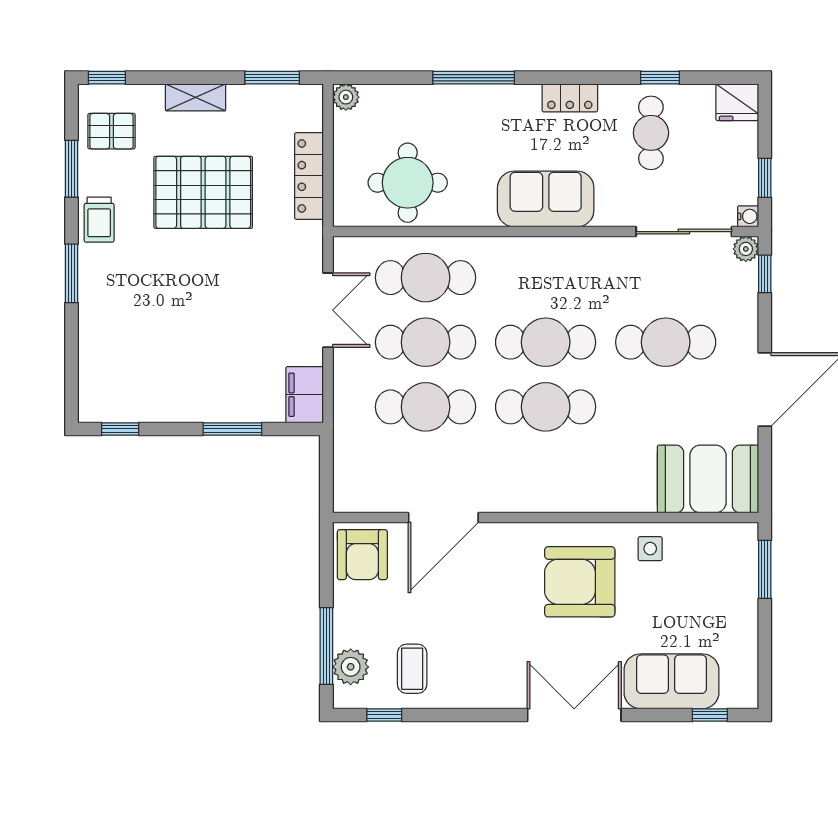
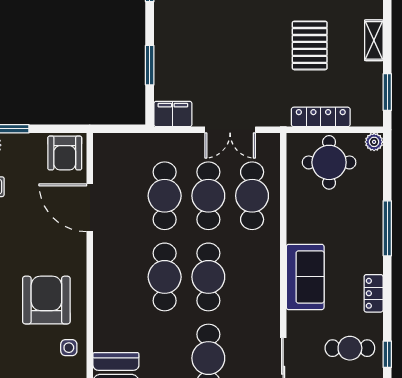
round table: (408, 183) -> (329, 162), moved
pallet: (203, 192) -> (310, 45), width x0.73, depth x0.71
armchair: (362, 555) -> (65, 153), turned -90

